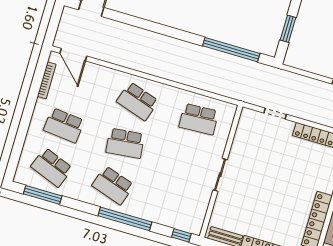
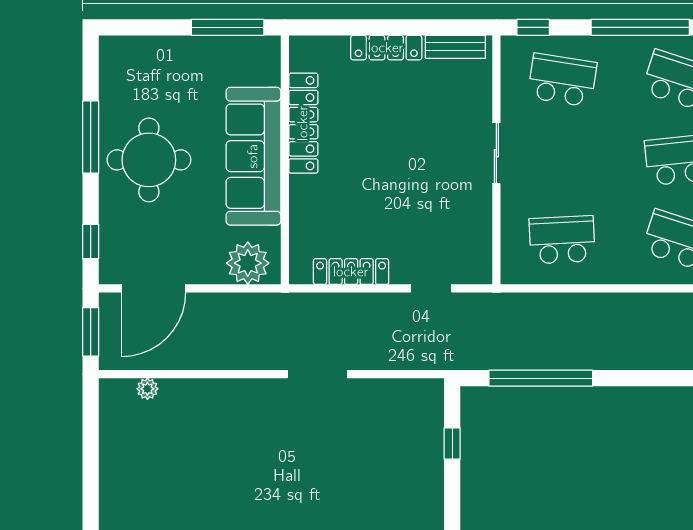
window: (288, 29) -> (452, 443), width x0.67
school desk: (174, 203) -> (562, 80), added

